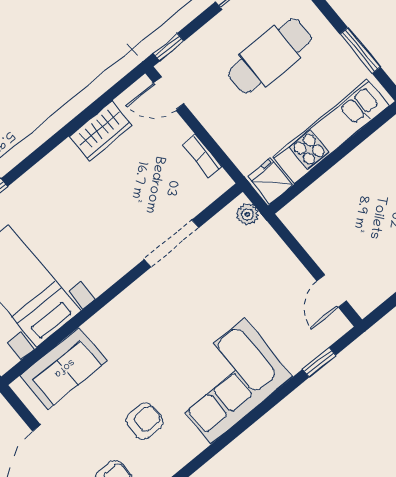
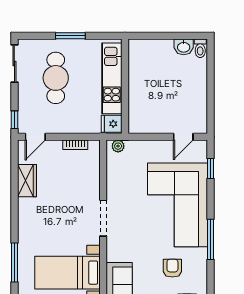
window: (360, 50) -> (70, 36), moved
doorway: (171, 243) -> (103, 218), moved
door: (332, 291) -> (183, 137), hinge flipped
corner sofa: (228, 381) -> (177, 205), width x1.36, depth x1.36
window: (224, 440) -> (210, 239), added

